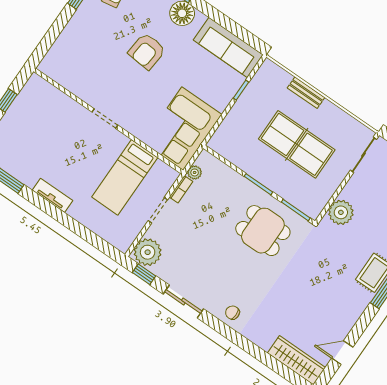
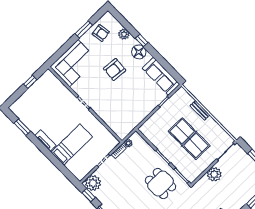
corner sofa: (183, 129) -> (74, 63), moved, turned 180
bed: (125, 177) -> (72, 145), moved, turned 180
plant: (341, 212) -> (214, 174), moved

